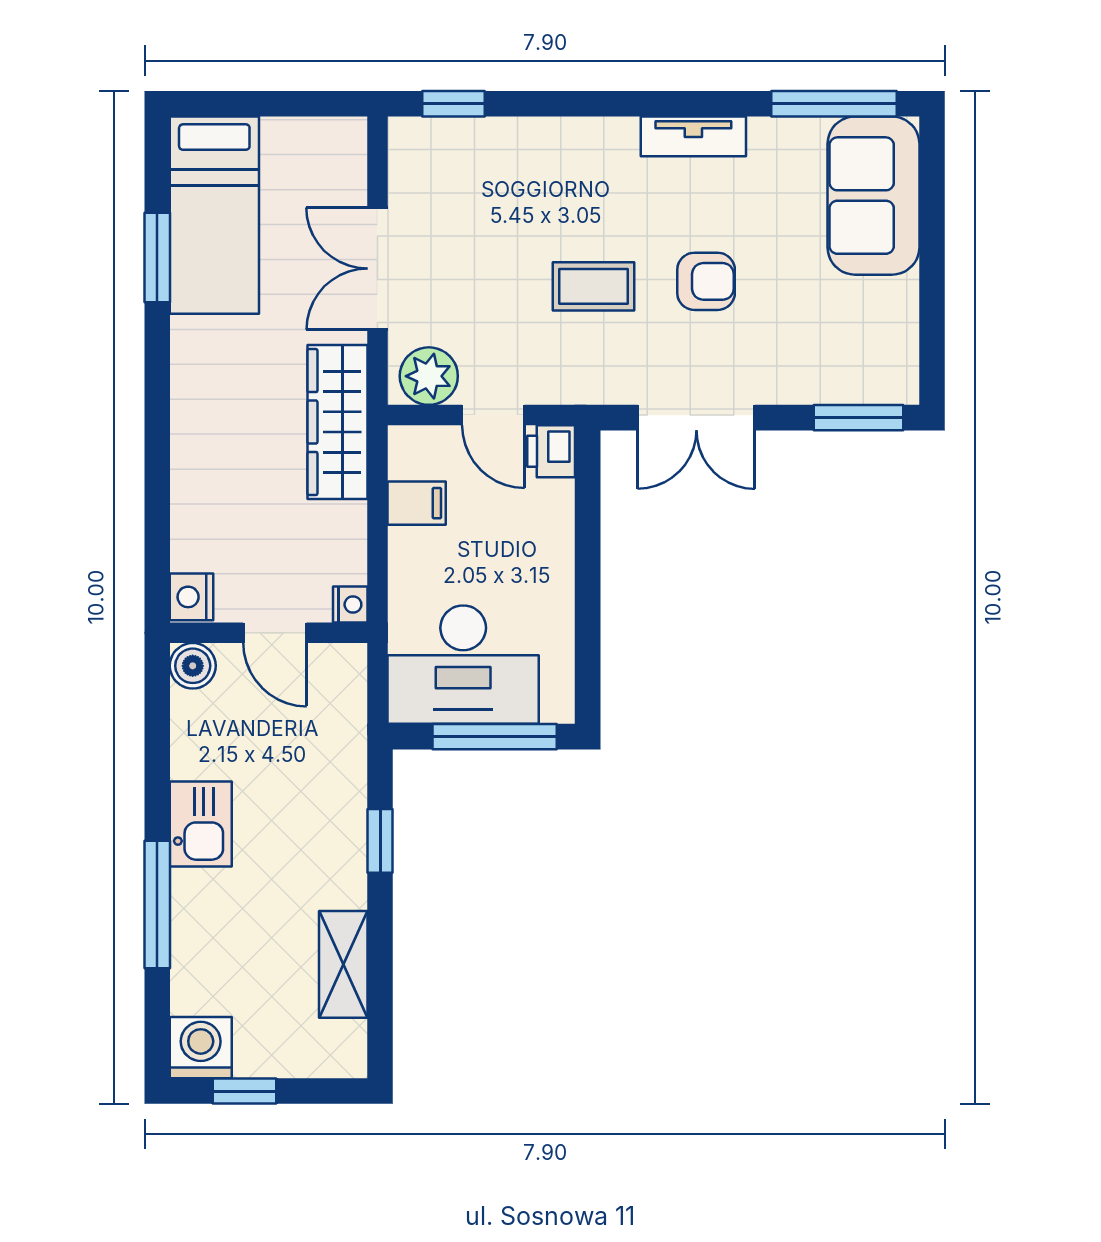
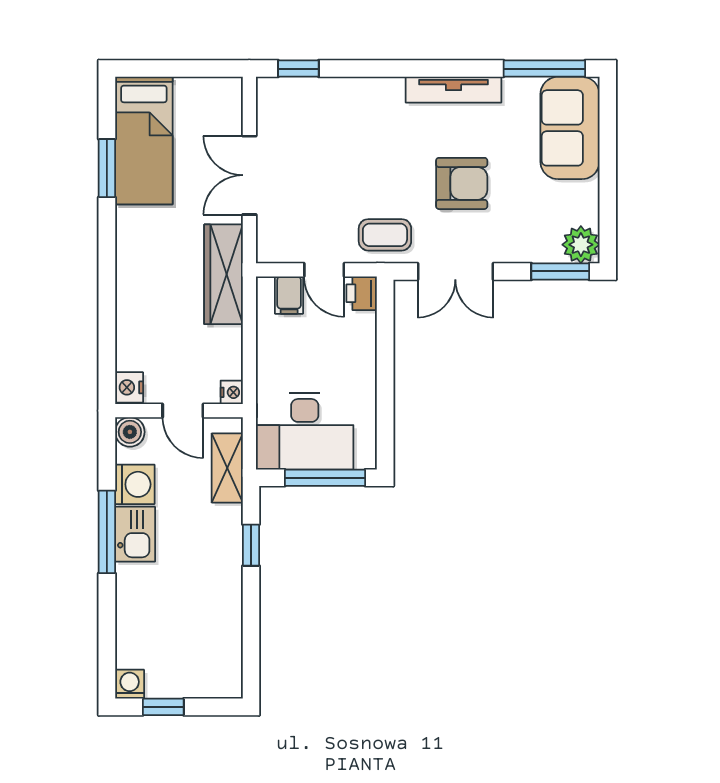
tv unit: (693, 136) -> (454, 90), width x1.41
armchair: (706, 281) -> (462, 183), width x1.38, depth x1.38
coffee table: (593, 286) -> (385, 235), moved
plant: (429, 376) -> (581, 245), moved
filing cabinet: (417, 503) -> (289, 295), moved, turned 90
washing machine: (200, 747) -> (135, 484), added
window: (157, 904) -> (107, 532), moved
shelving: (343, 964) -> (227, 468), moved
washing machine: (201, 1048) -> (130, 684), width x0.73, depth x0.73

